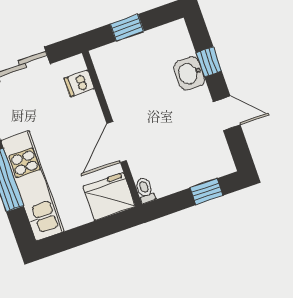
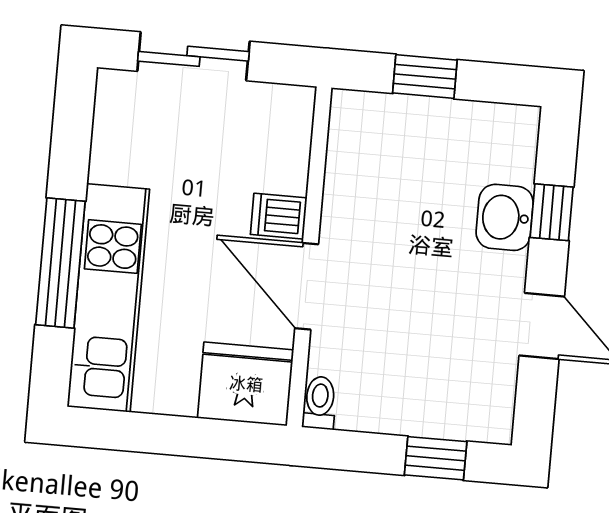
dishwasher: (79, 83) -> (279, 216), moved
door: (117, 142) -> (307, 286), hinge flipped

